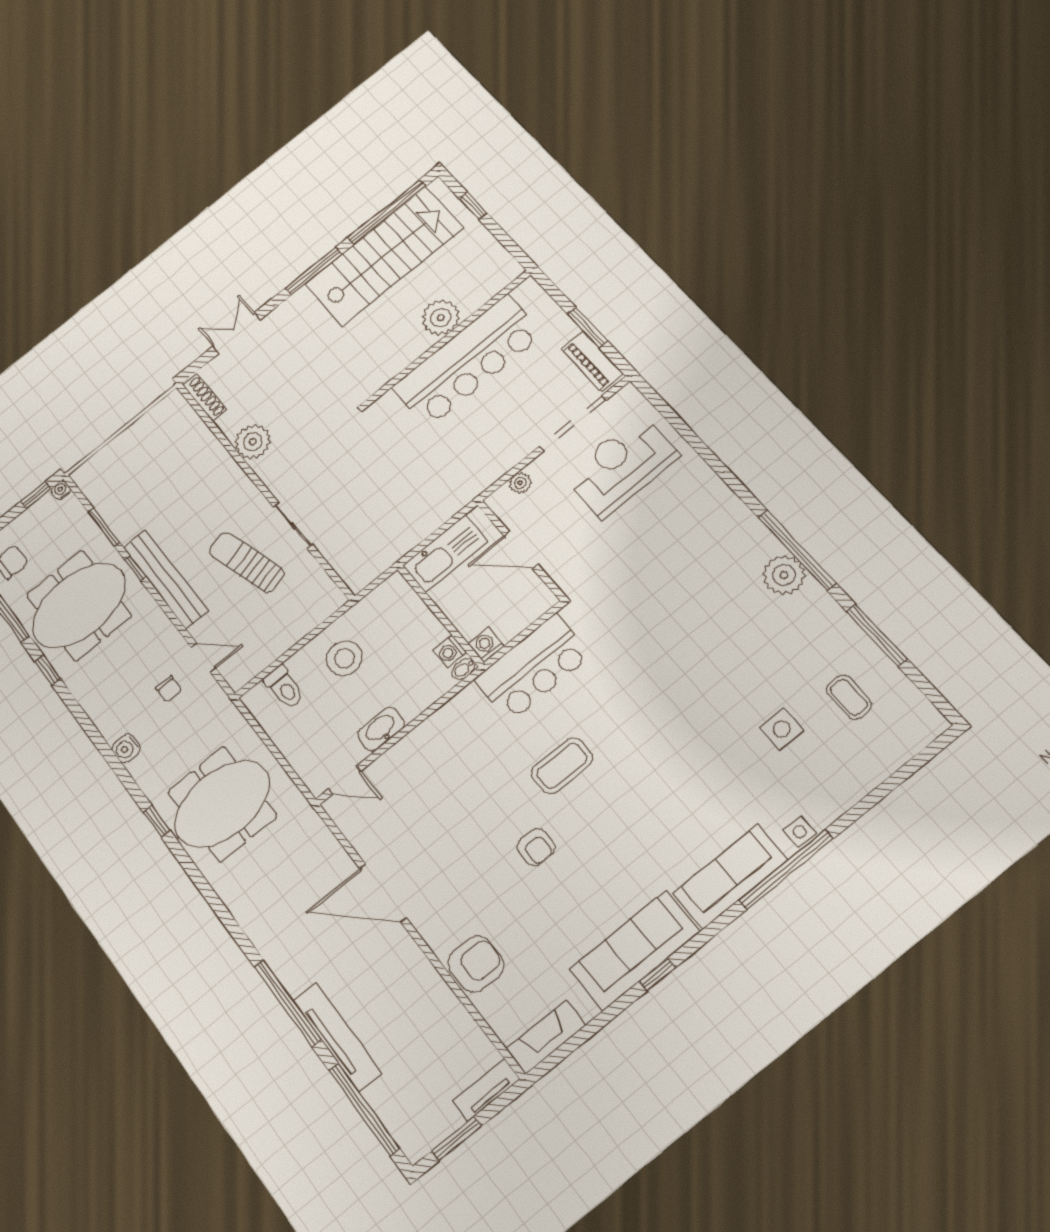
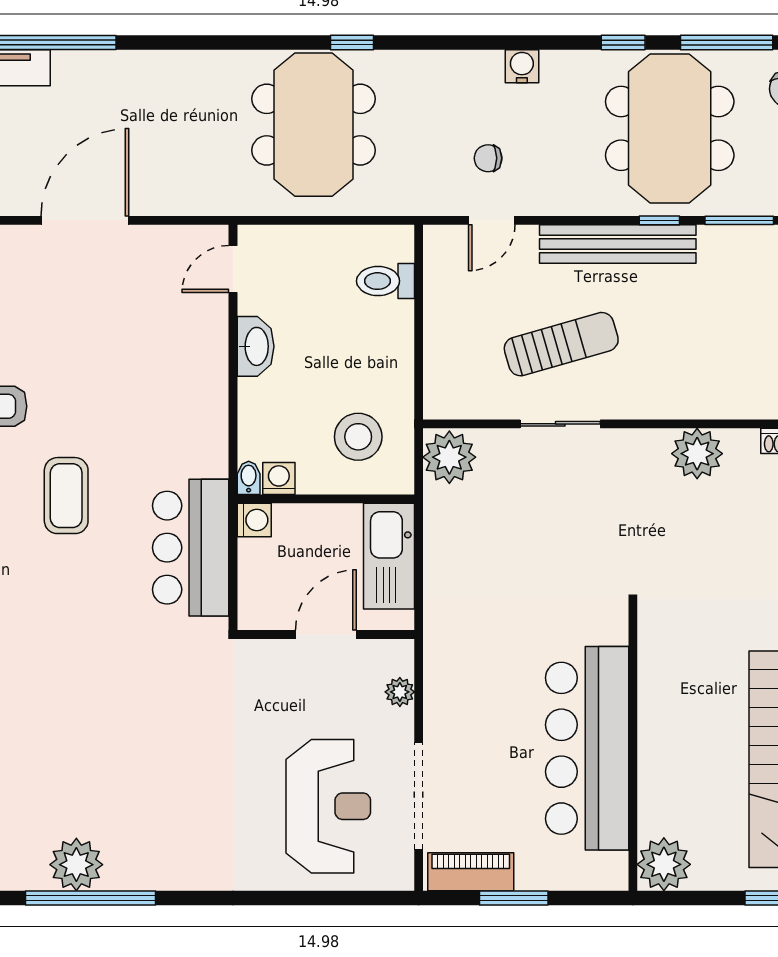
plant: (441, 318) -> (664, 864), moved
plant: (360, 568) -> (449, 457), added
stool: (344, 658) -> (358, 437), moved
water cooler: (126, 748) -> (522, 66), moved

